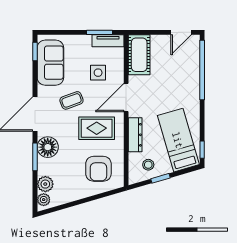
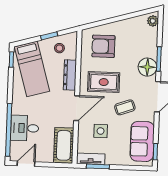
desk: (184, 73) -> (25, 128), added
armchair: (98, 169) -> (103, 46), turned -90
plant: (45, 184) -> (151, 35), removed

